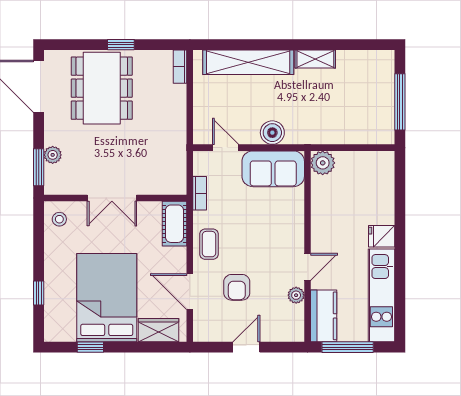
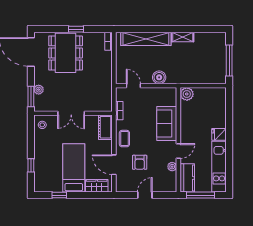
sofa: (273, 169) -> (167, 124), moved, turned 90
bed: (107, 298) -> (74, 168), width x0.67

